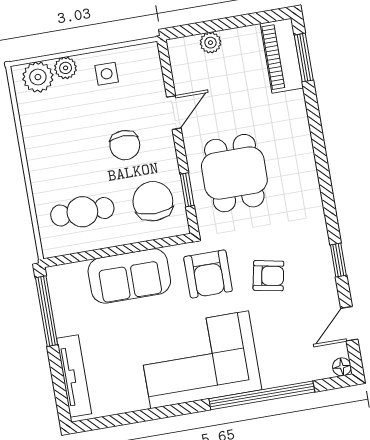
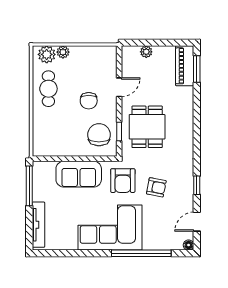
side table: (107, 74) -> (85, 59), removed
cafe table: (82, 212) -> (48, 89), moved, turned 90

